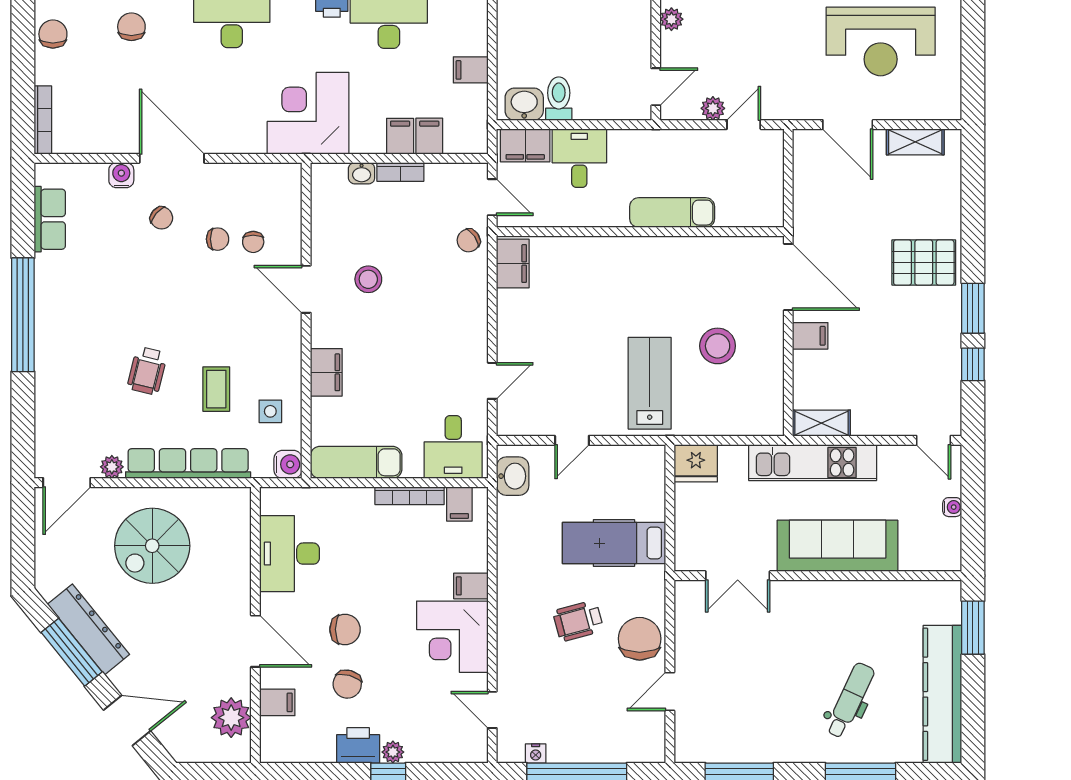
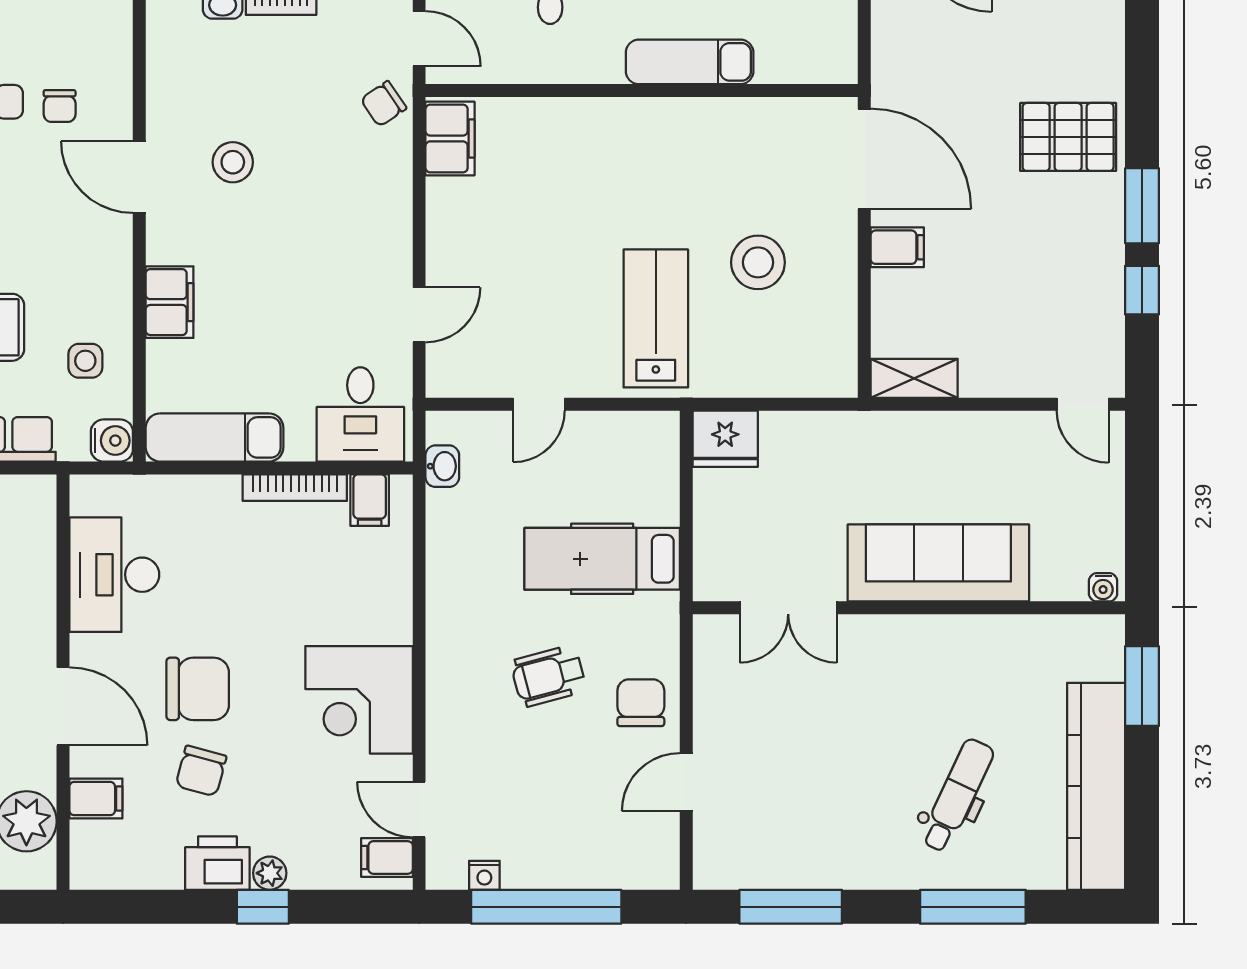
kitchen unit: (813, 463) -> (901, 438), removed
washbasin: (513, 476) -> (442, 466), width x0.72, depth x0.69
water cooler: (952, 507) -> (1103, 587), moved, turned 90
filing cabinet: (471, 586) -> (387, 857), moved
chair: (345, 629) -> (198, 689), width x1.37, depth x1.37
chair: (640, 639) -> (641, 703), width x0.73, depth x0.73

